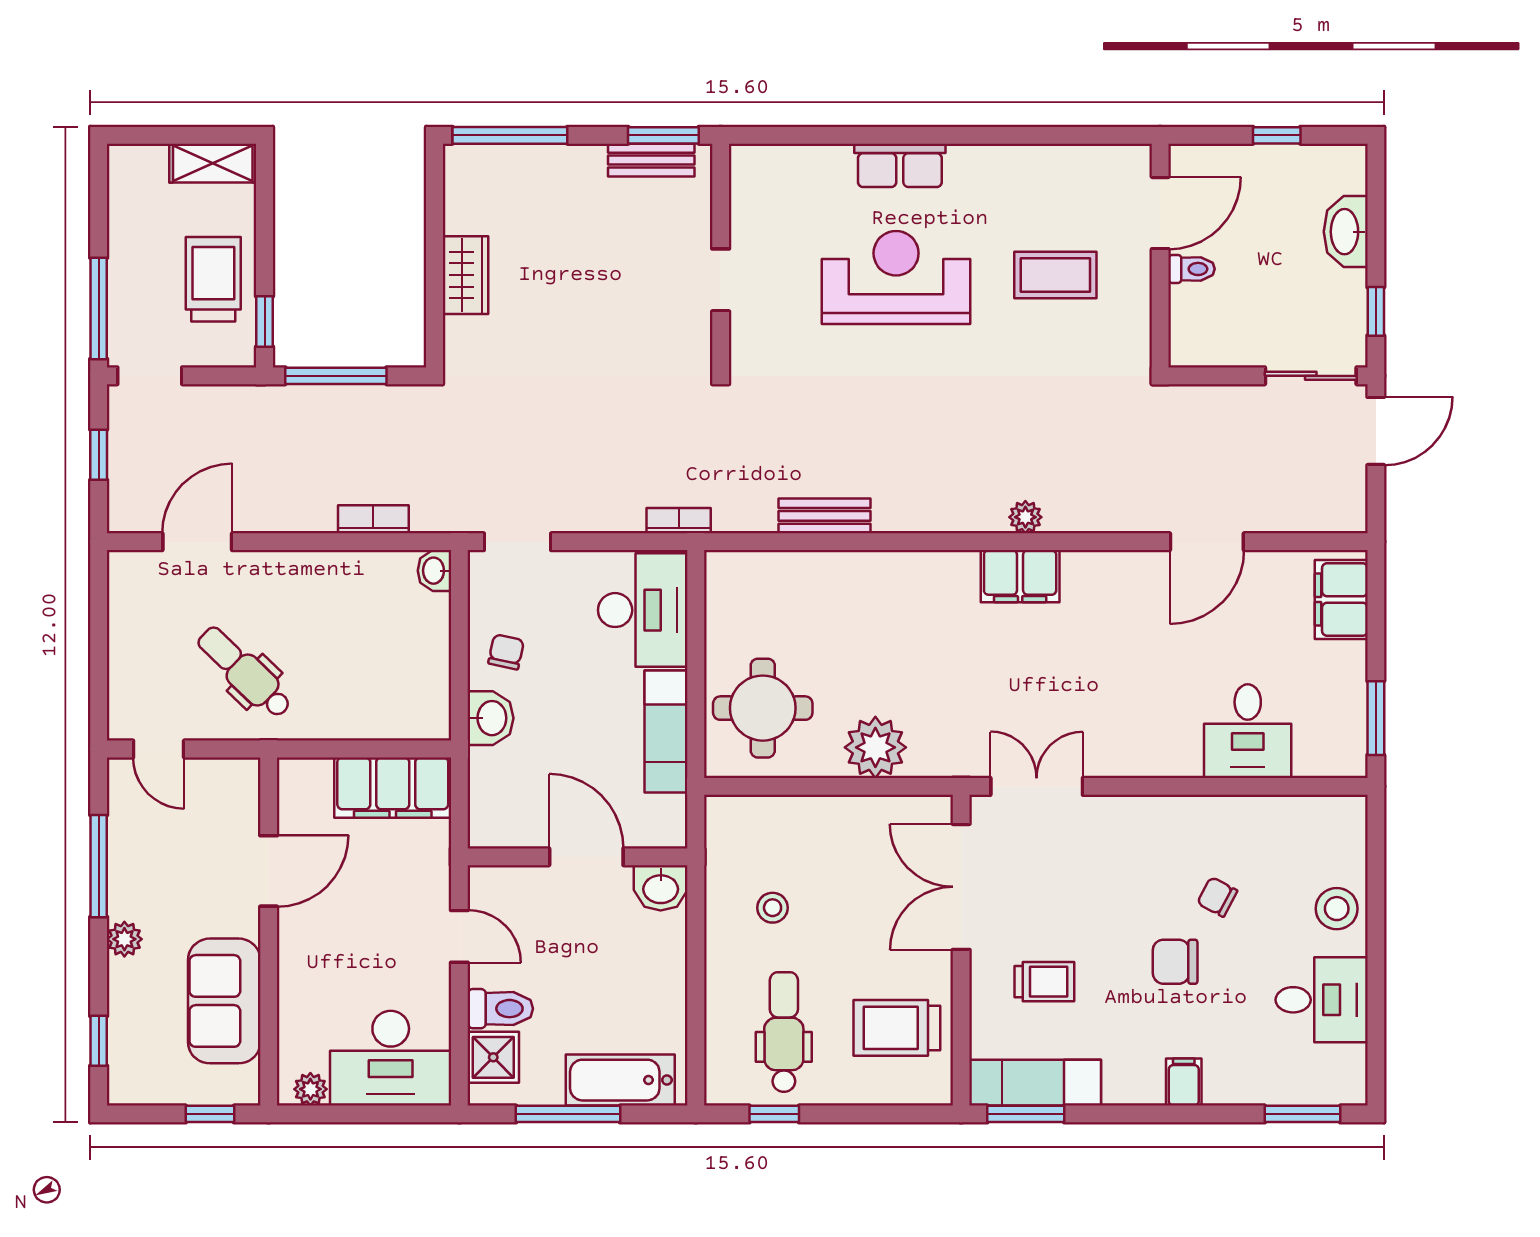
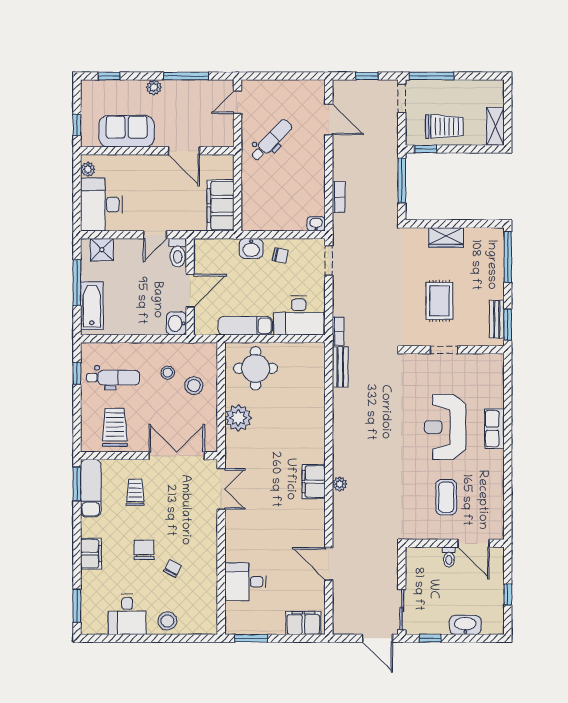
reception desk: (896, 277) -> (445, 427), turned 180
rug: (610, 290) -> (439, 301), added
bench: (824, 516) -> (340, 367), moved
stool: (802, 848) -> (194, 386), added
trolley: (1044, 982) -> (135, 492), turned 180
toilet: (500, 1009) -> (178, 253), moved
filing cabinet: (1184, 1082) -> (91, 554), width x2.00

